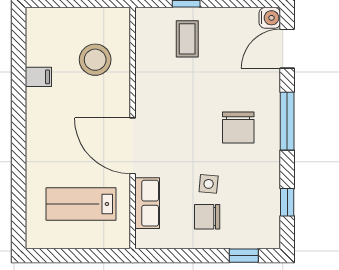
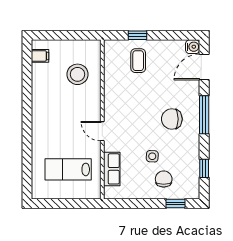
filing cabinet: (38, 77) -> (40, 56), moved
chair: (238, 127) -> (172, 119), turned 90
door: (133, 146) -> (102, 131), width x0.53
chair: (207, 217) -> (164, 179), moved, turned 90

